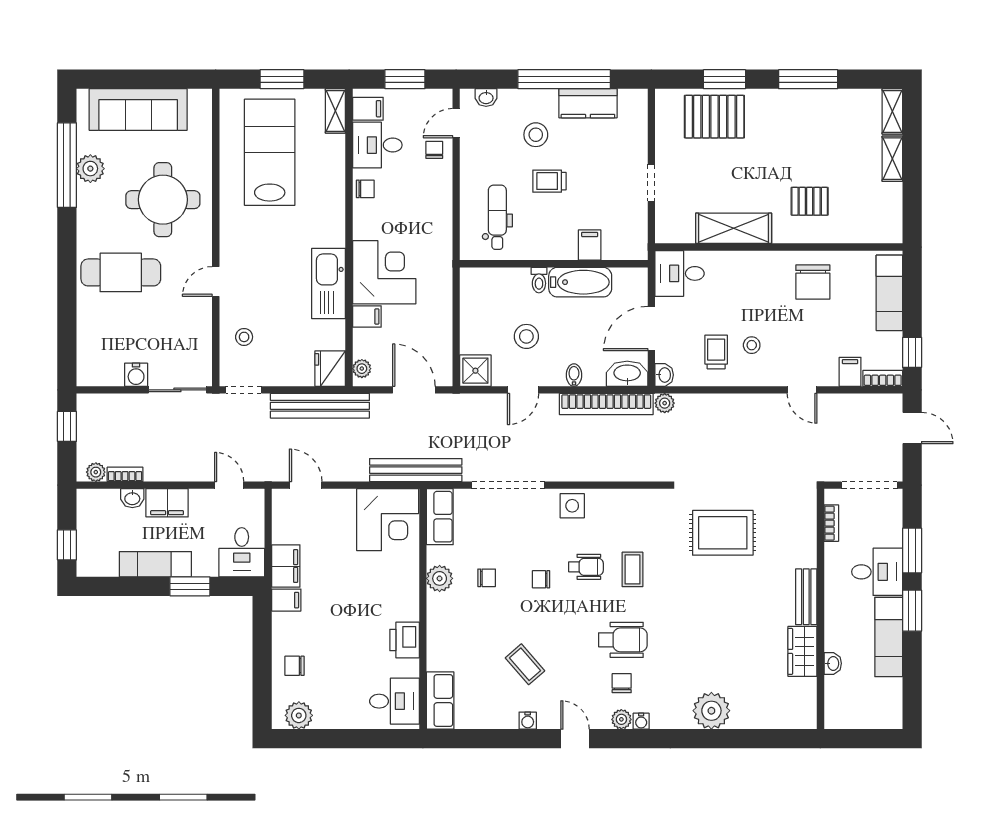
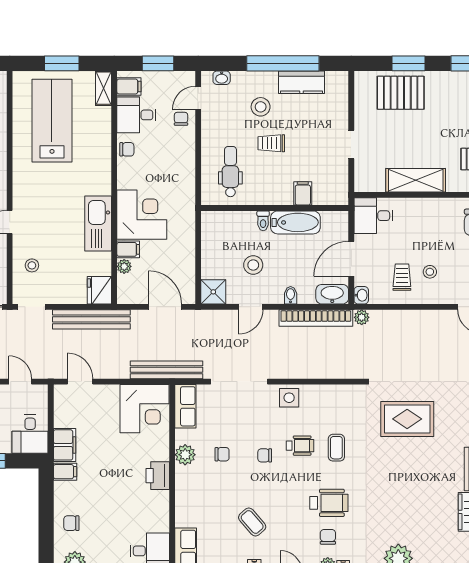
plant: (362, 369) -> (124, 266), moved
printer: (405, 640) -> (158, 476), moved

